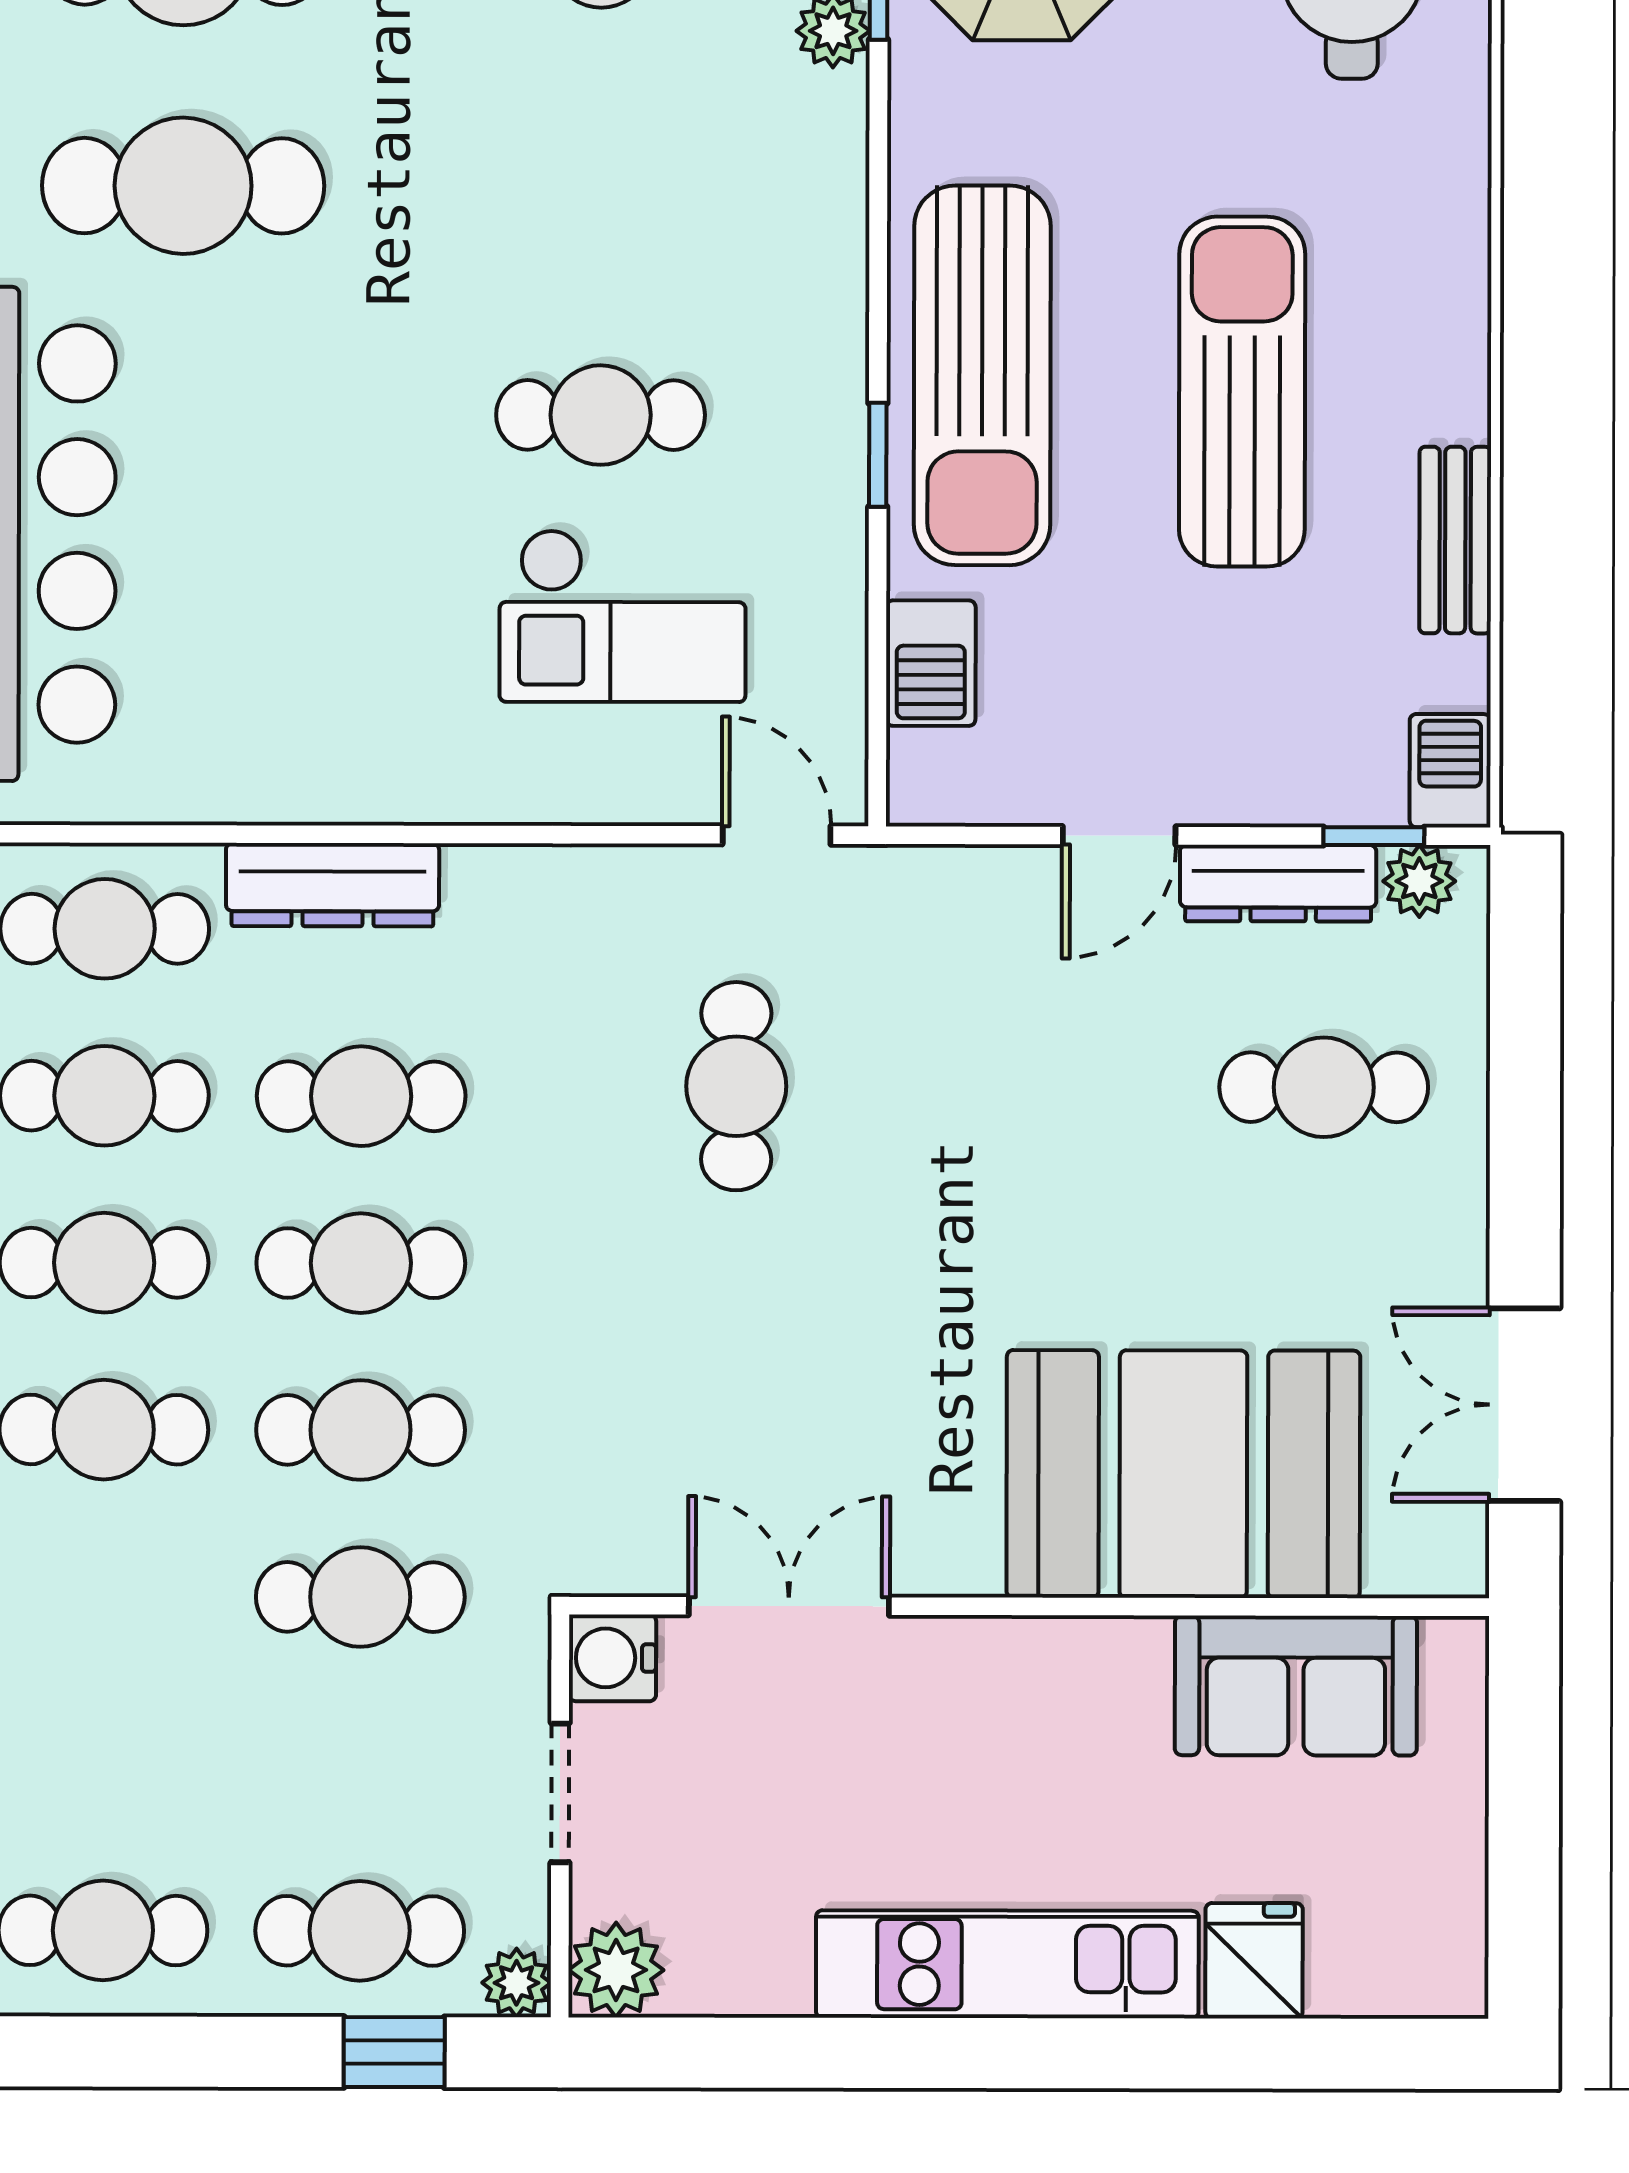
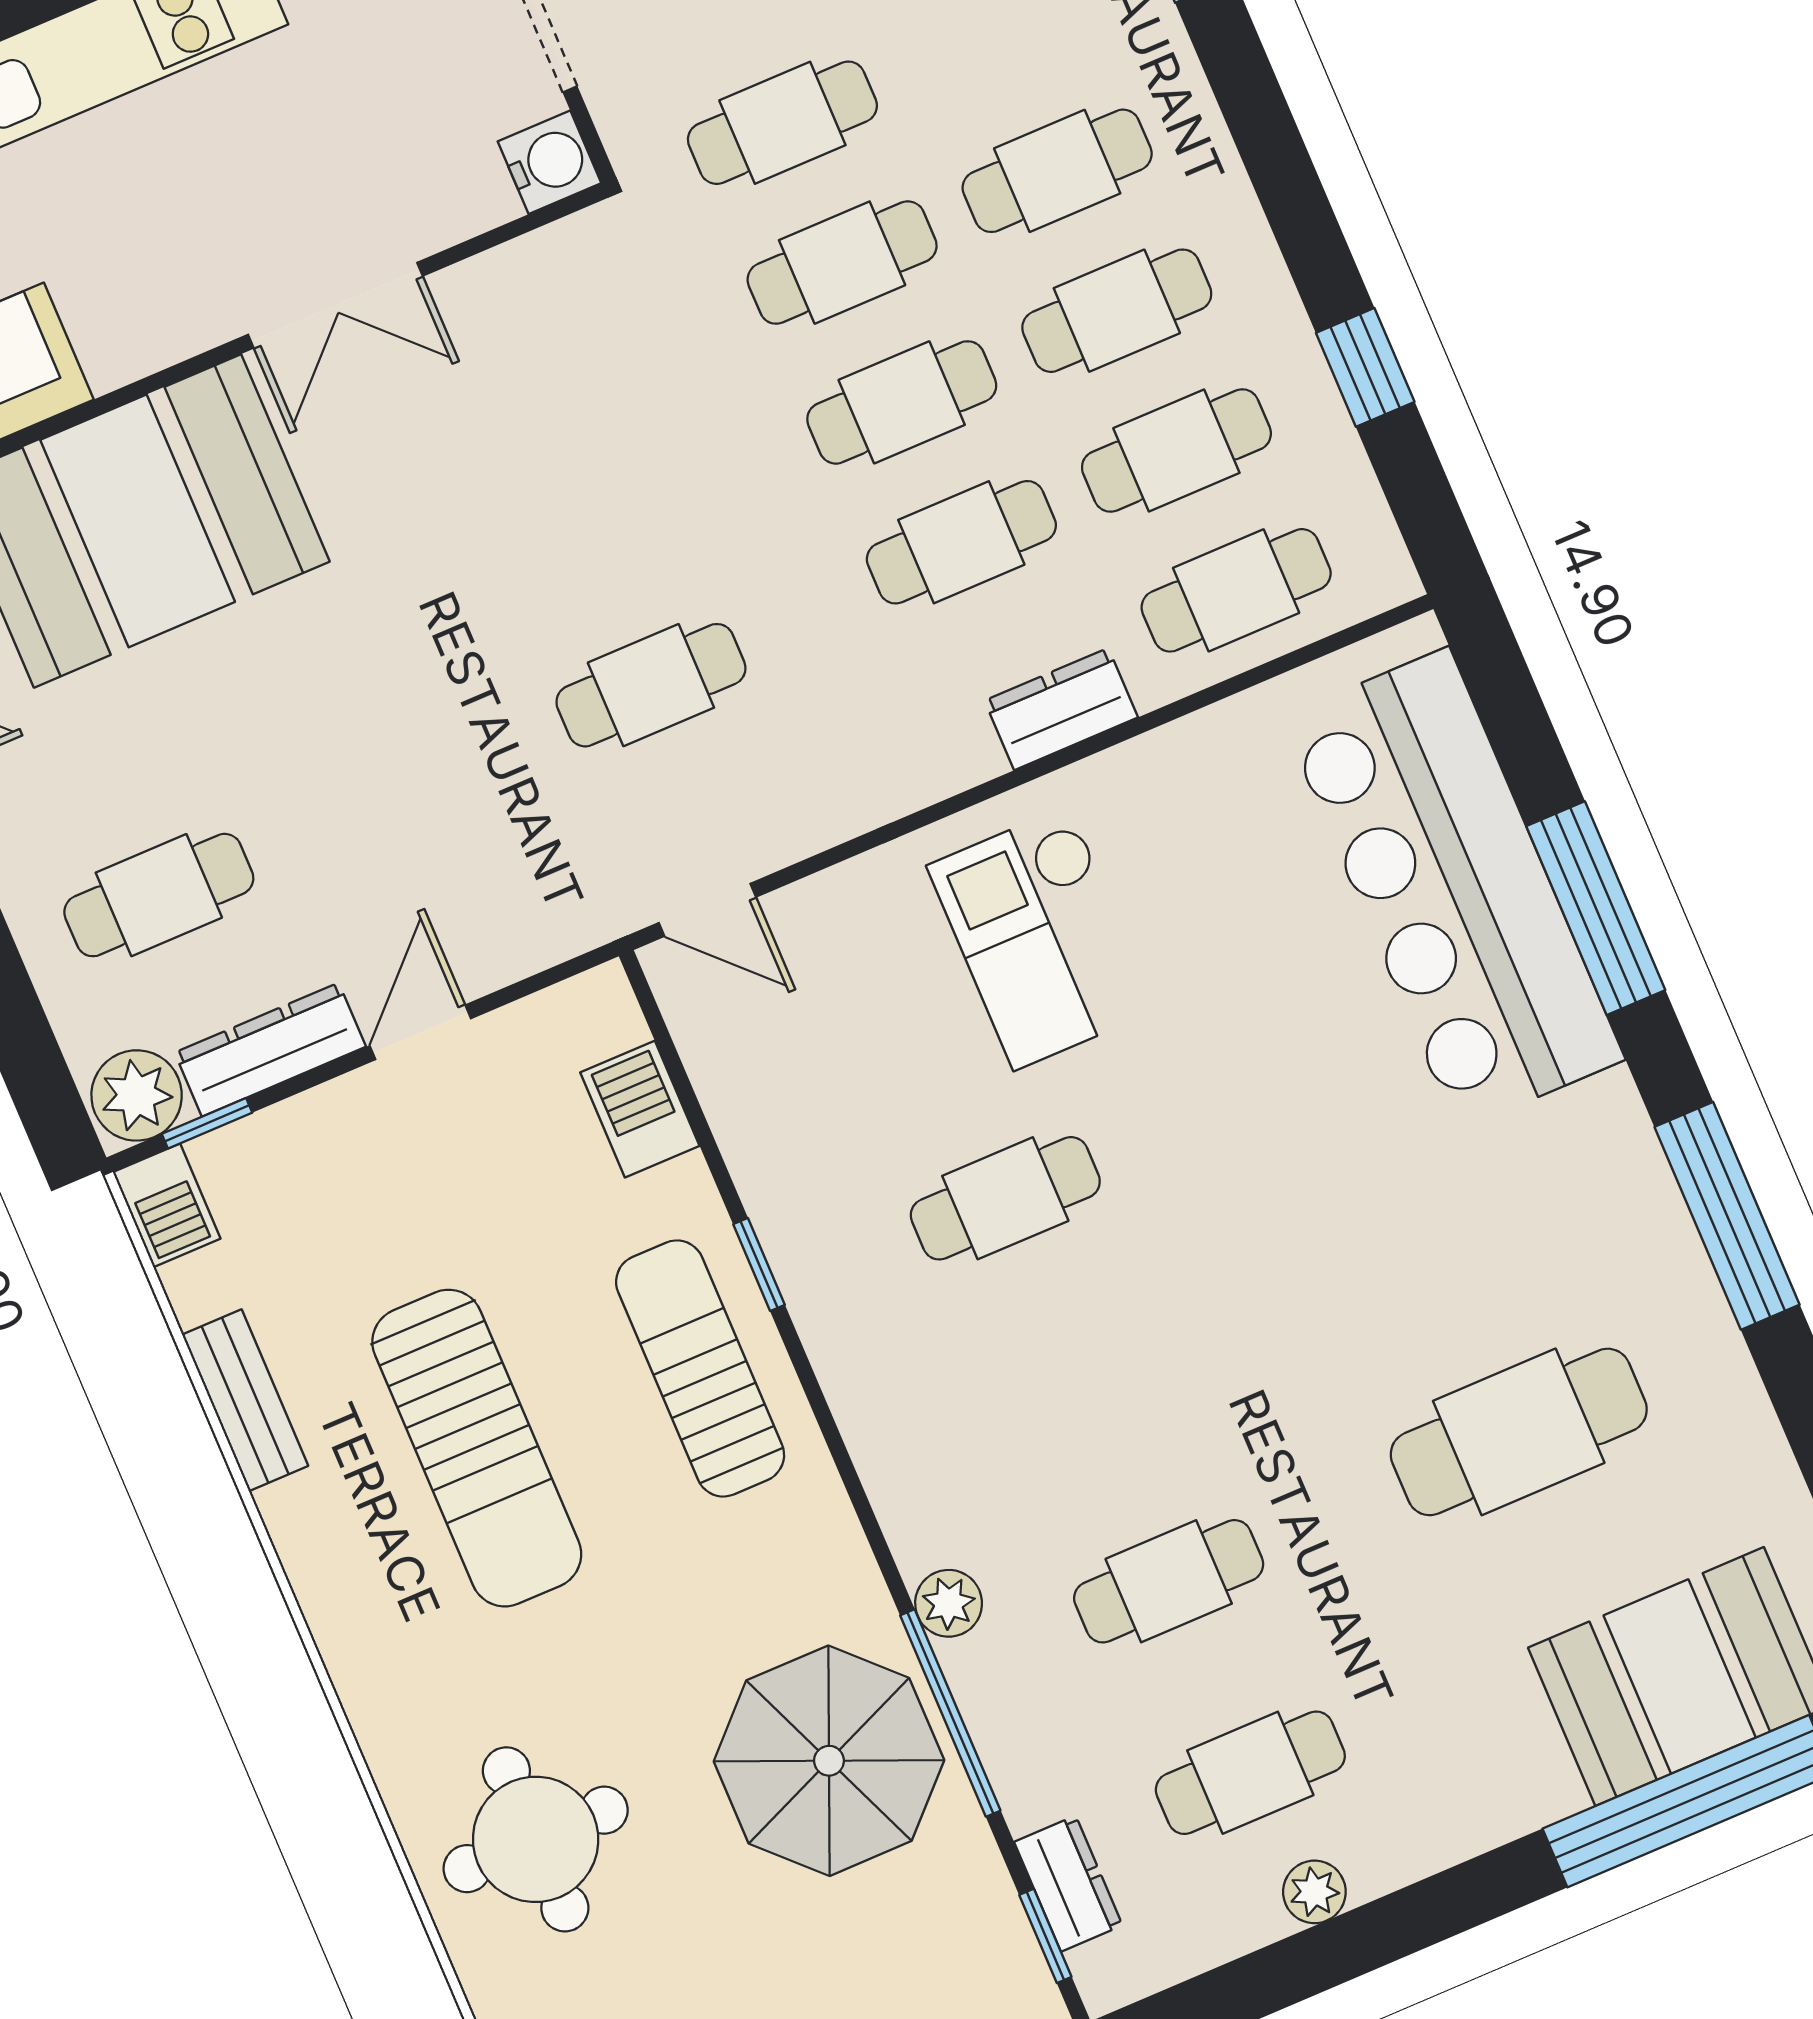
cafe table: (183, 186) -> (1437, 1240), removed
sun lounger: (982, 375) -> (700, 1368), width x0.73, depth x0.75
checkout: (623, 616) -> (1042, 938), moved, turned -90
plant: (1419, 881) -> (137, 1095), width x1.38, depth x1.38
dresser: (333, 885) -> (1061, 709), width x0.70
cafe table: (736, 1086) -> (651, 685), turned 90
double door: (789, 1606) -> (335, 305), moved

